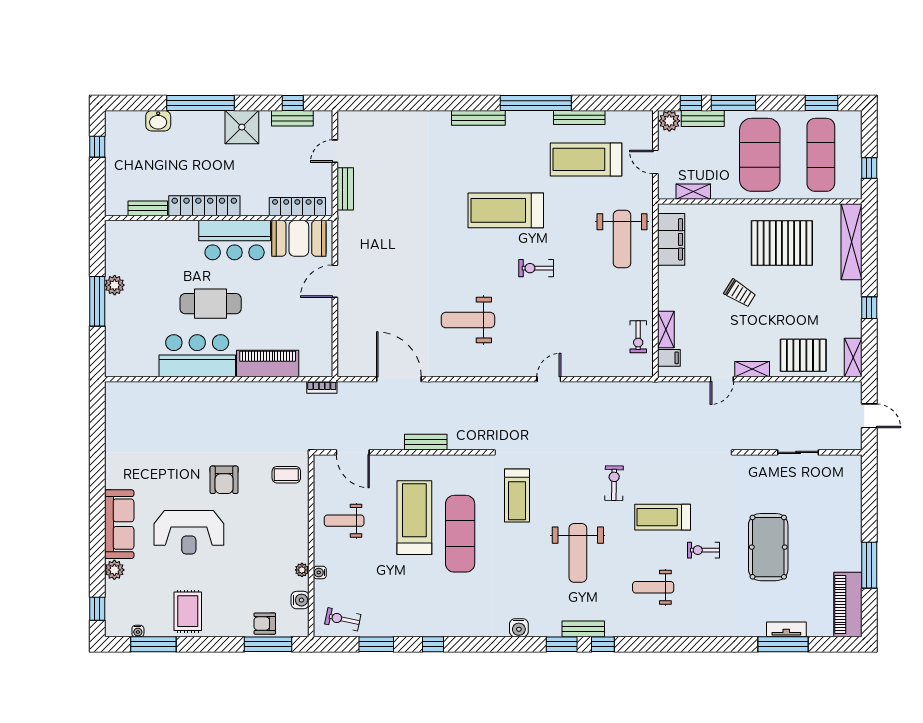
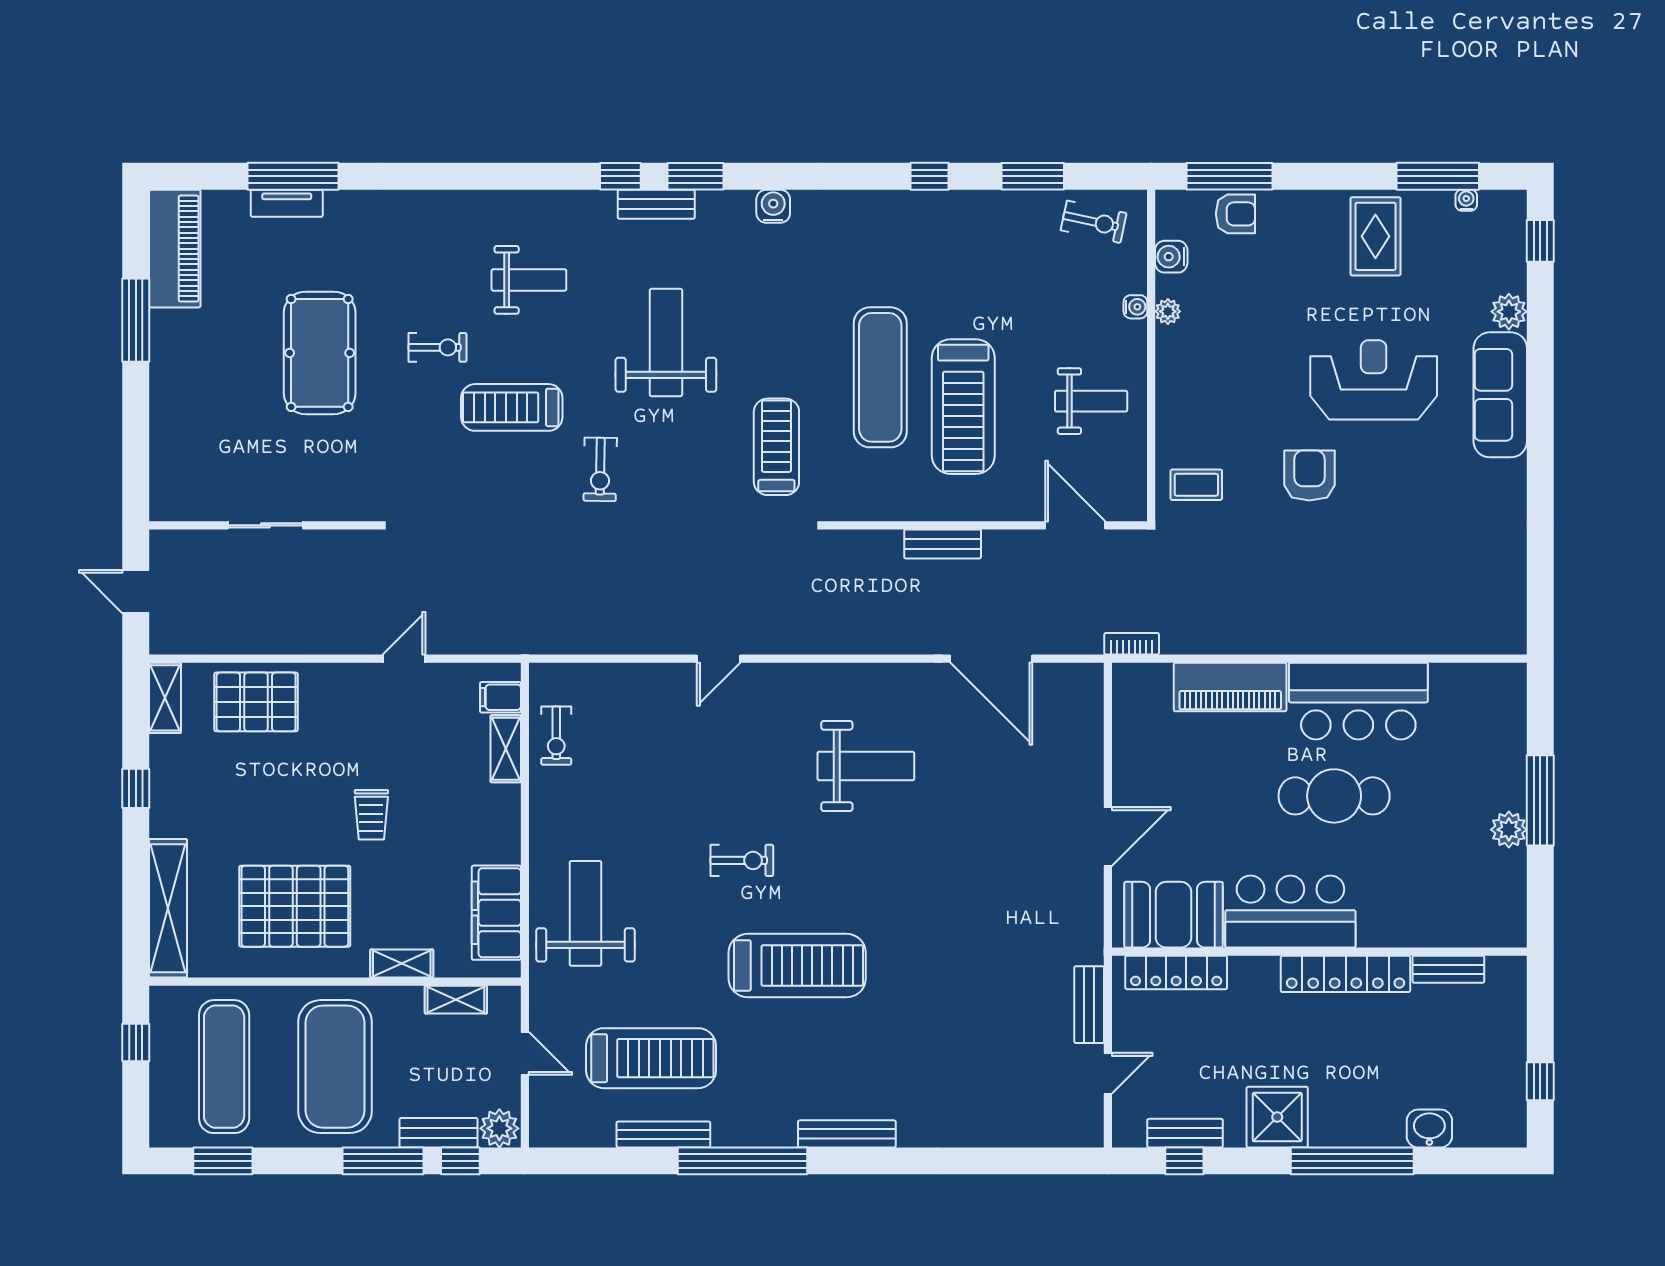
trolley: (740, 293) -> (371, 815), turned -122
exercise bike: (638, 337) -> (556, 736), turned 180
shelving: (752, 369) -> (402, 964), moved
treadmill: (663, 517) -> (512, 407), turned 180

